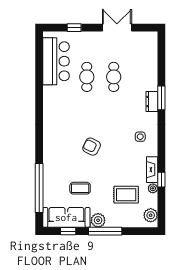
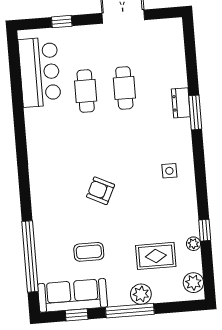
dresser: (152, 101) -> (181, 103), moved
fireplace: (152, 170) -> (190, 217), removed
plant: (98, 220) -> (141, 294), moved

